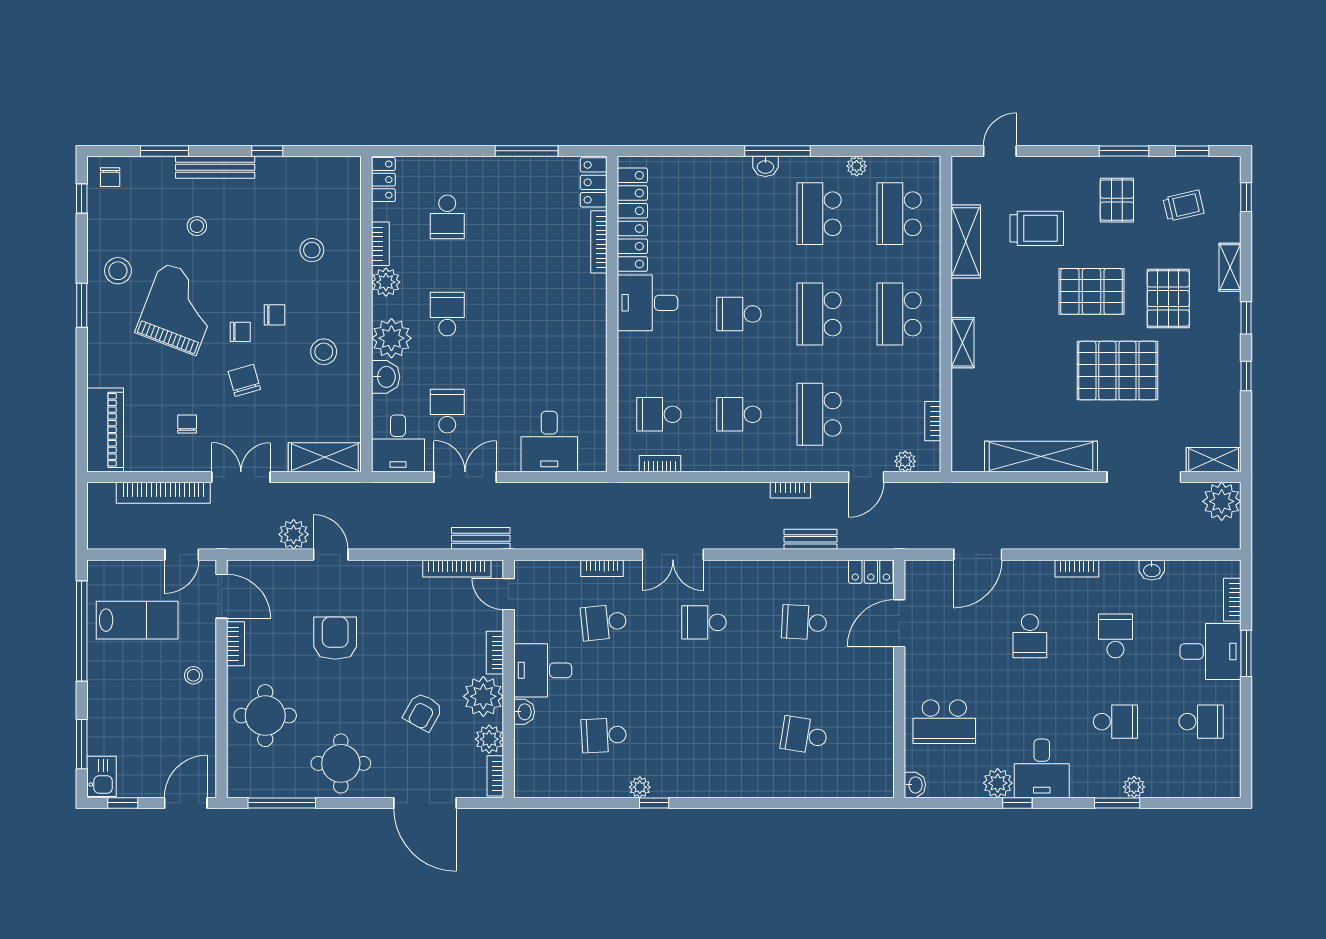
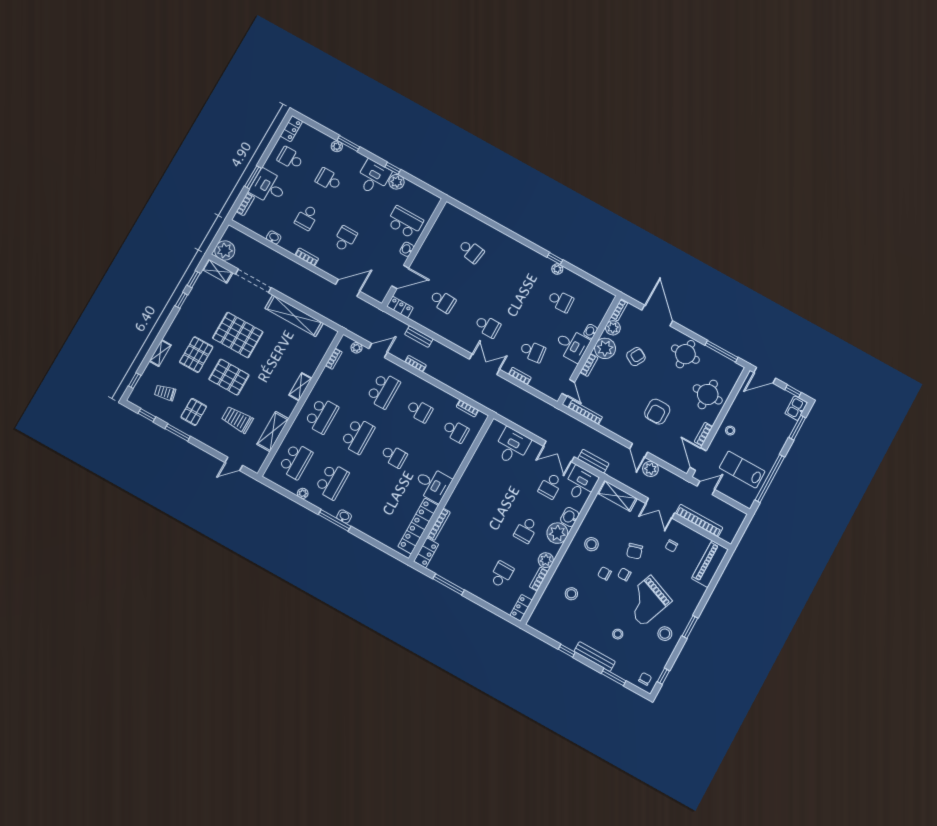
window: (1246, 318) -> (194, 279), moved
bench: (481, 538) -> (593, 461), moved
locker: (1229, 774) -> (291, 129), added
washbasin: (915, 785) -> (407, 249), moved

